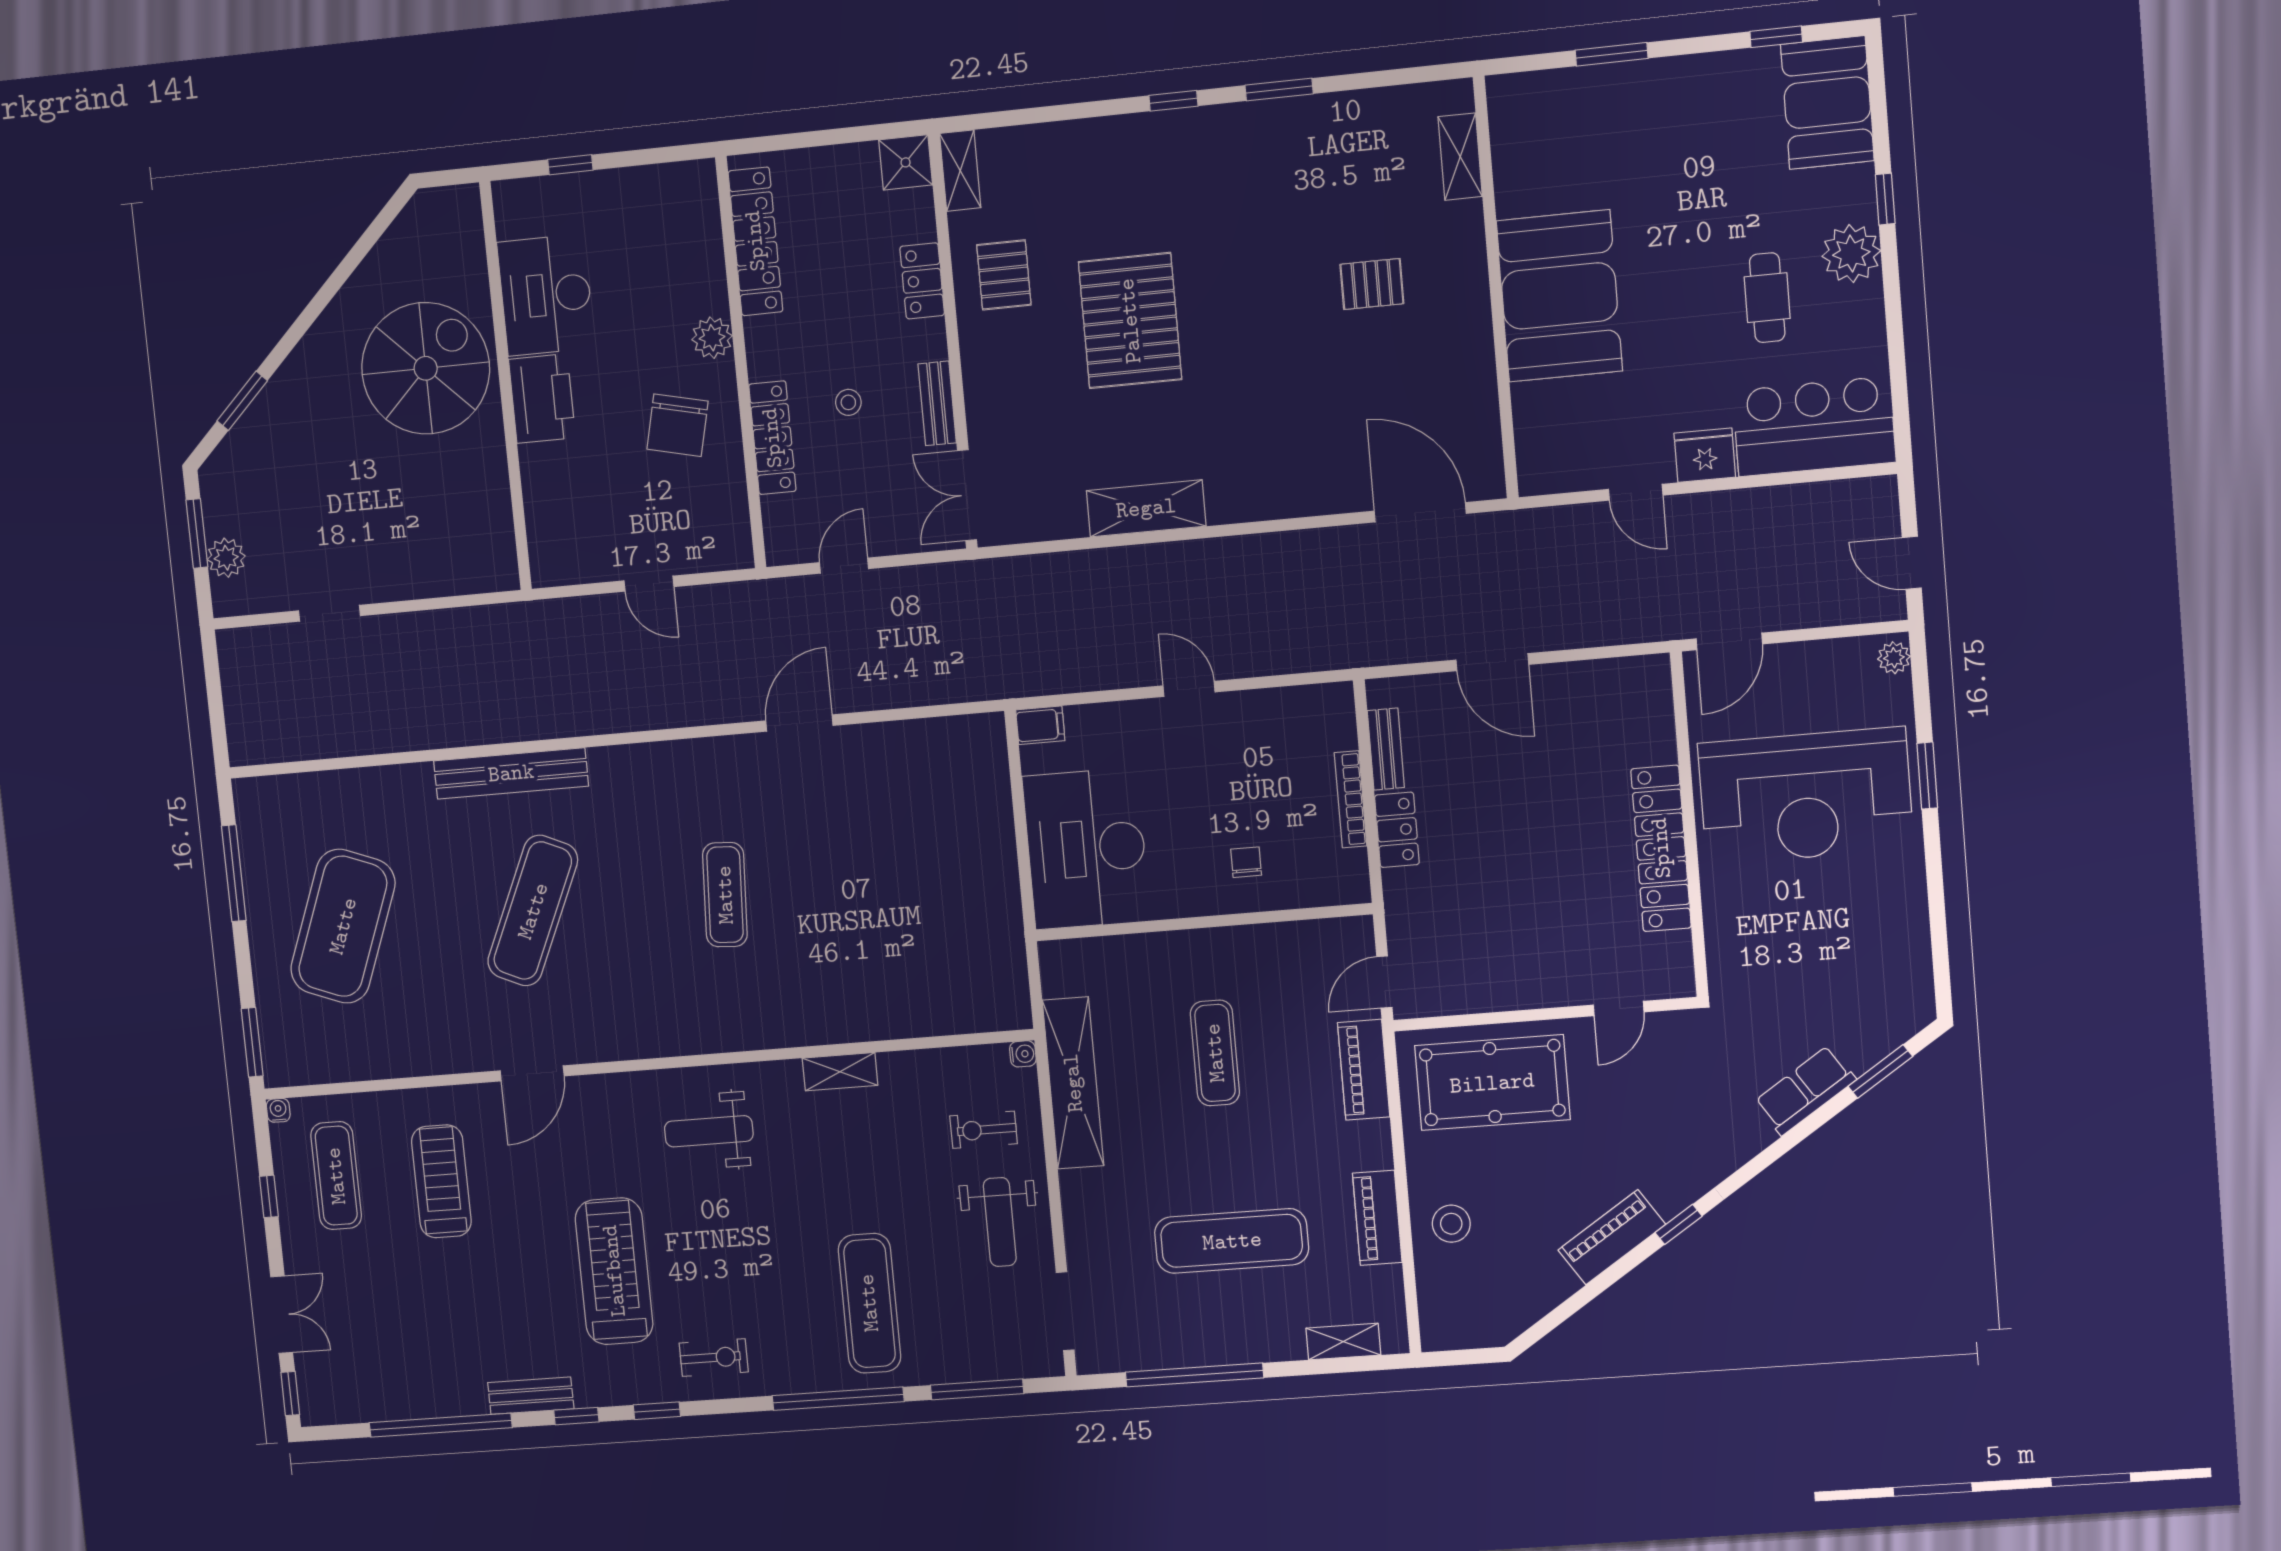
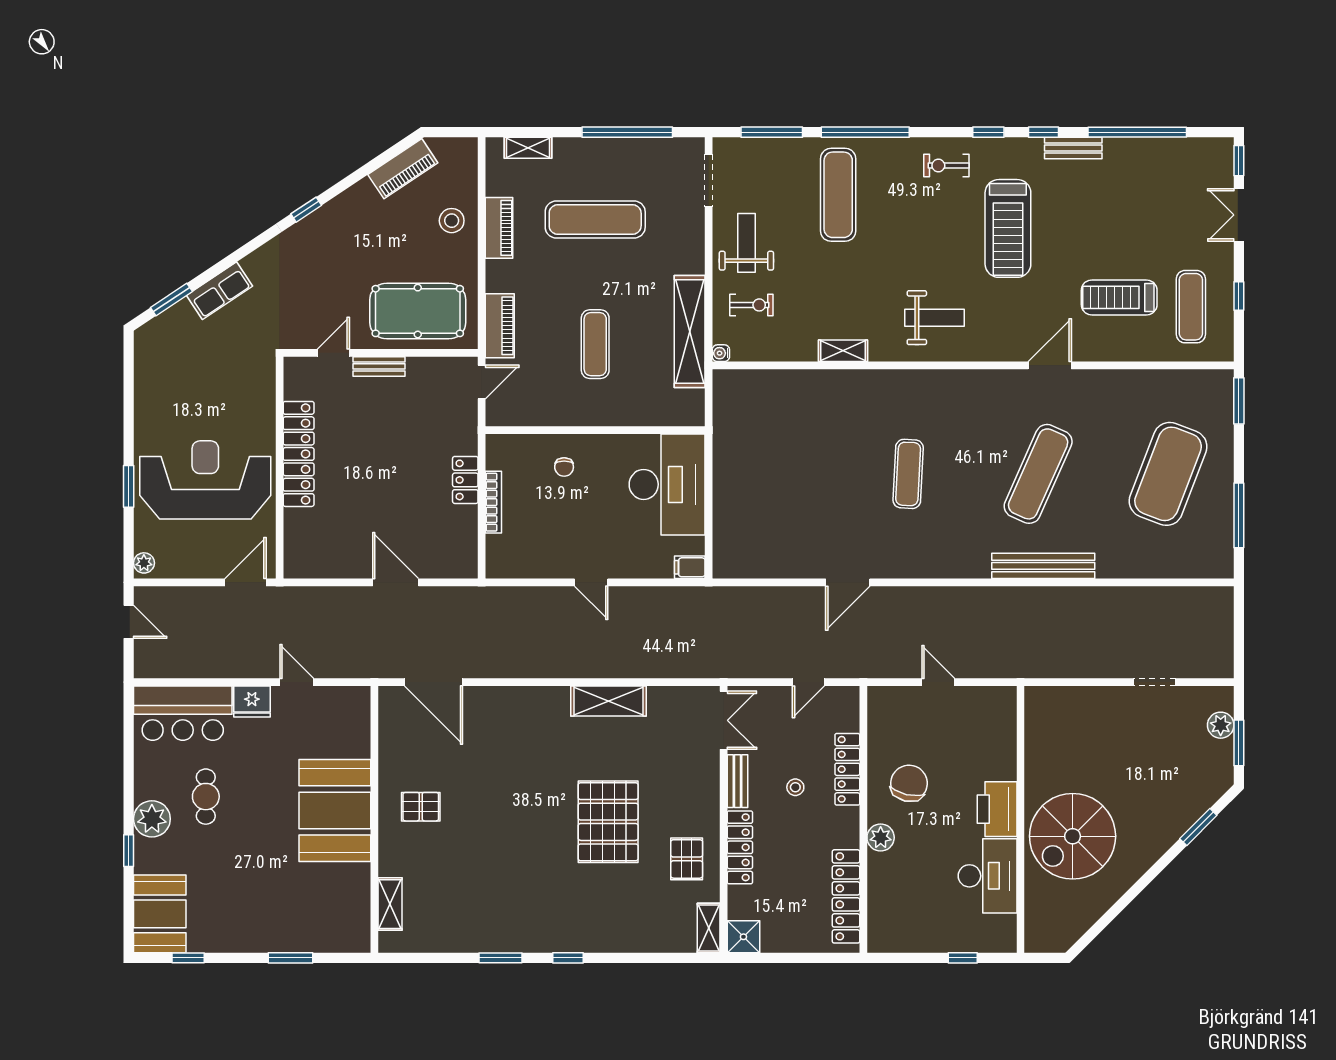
locker: (922, 281) -> (740, 847), width x1.53
pallet: (1372, 284) -> (421, 807), moved
bench: (1386, 749) -> (379, 366), moved, turned 90
water cooler: (278, 1110) -> (1226, 354), removed
treadmill: (441, 1181) -> (1119, 297), turned 90
piano: (1612, 1237) -> (403, 169), moved

